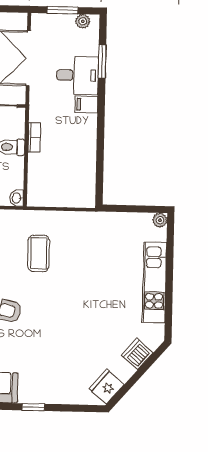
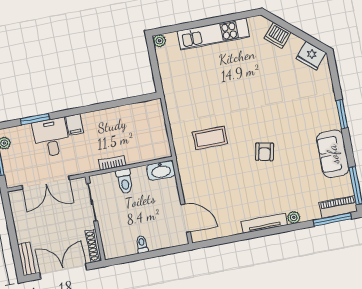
washbasin: (17, 198) -> (161, 170), width x1.91, depth x1.45
window: (33, 407) -> (342, 114), width x1.50

